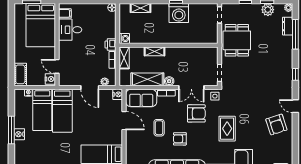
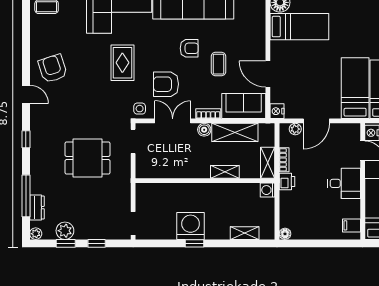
desk: (70, 30) -> (344, 183), moved
dining table: (237, 40) -> (87, 158), moved, turned 90
door: (90, 87) -> (316, 121), swing flipped

